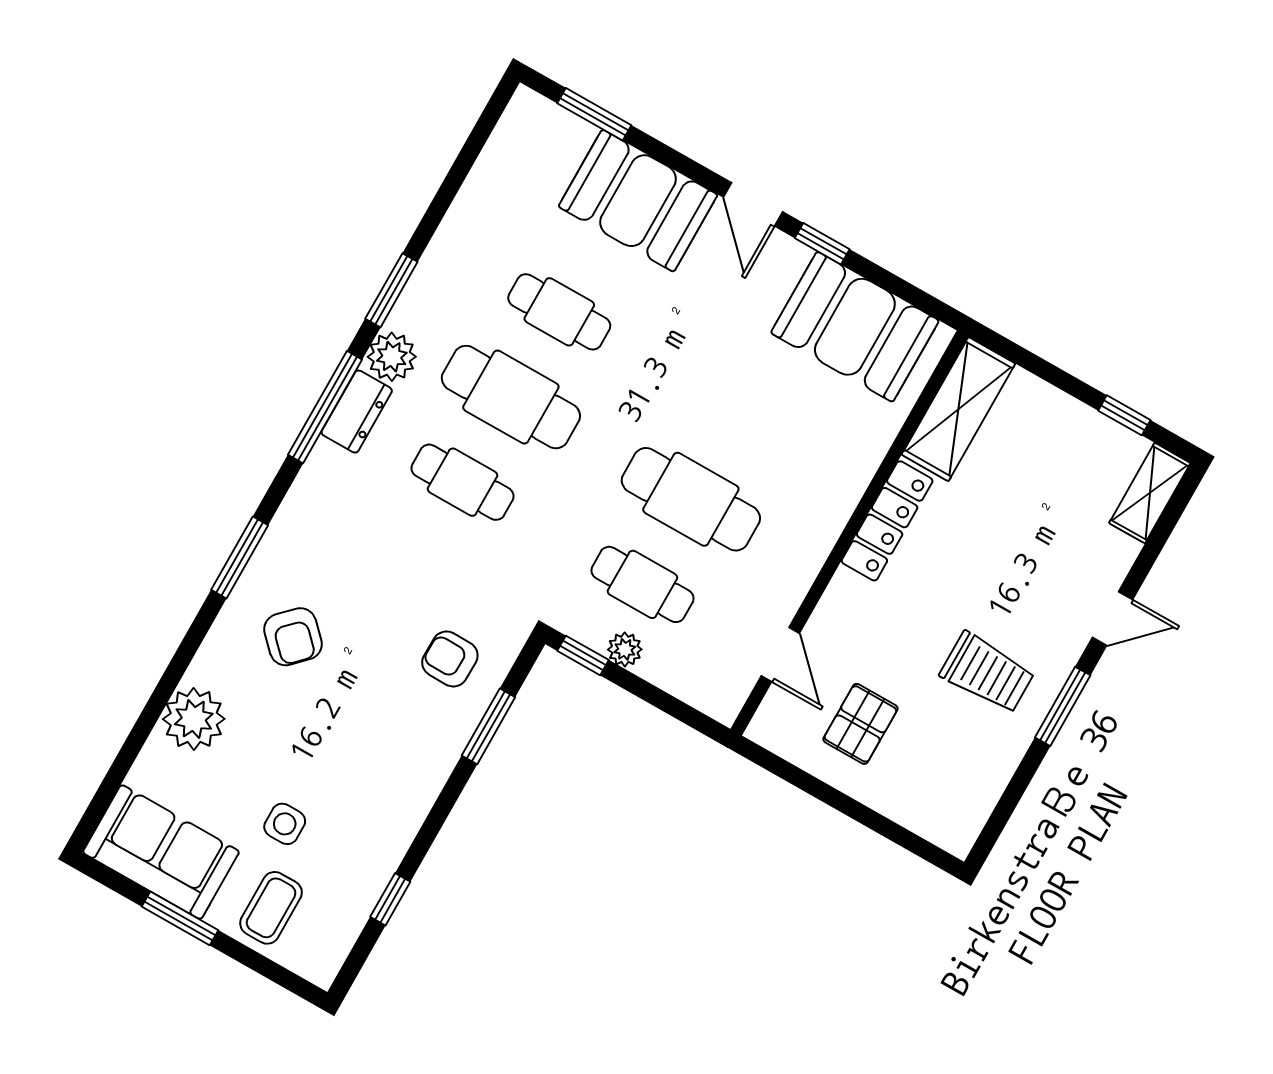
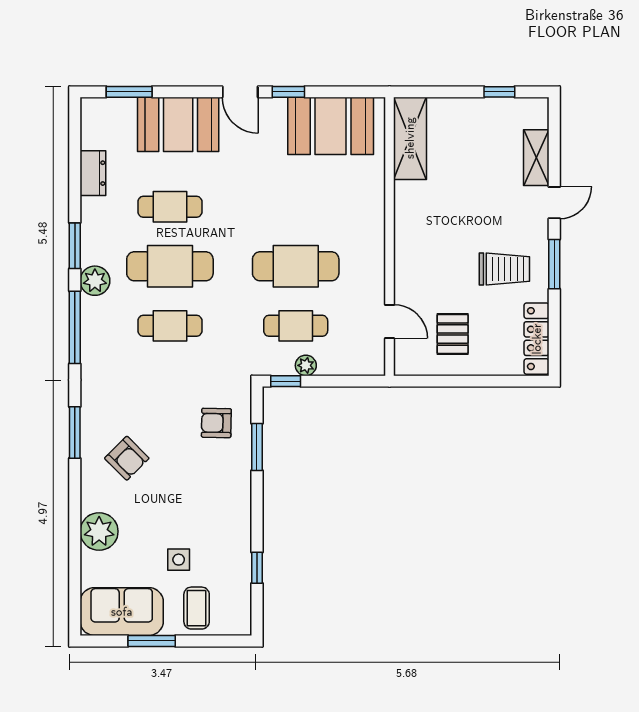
dresser: (357, 412) -> (93, 173), moved
shelving: (1150, 493) -> (536, 158), moved
locker: (887, 521) -> (537, 339), moved, turned 180

